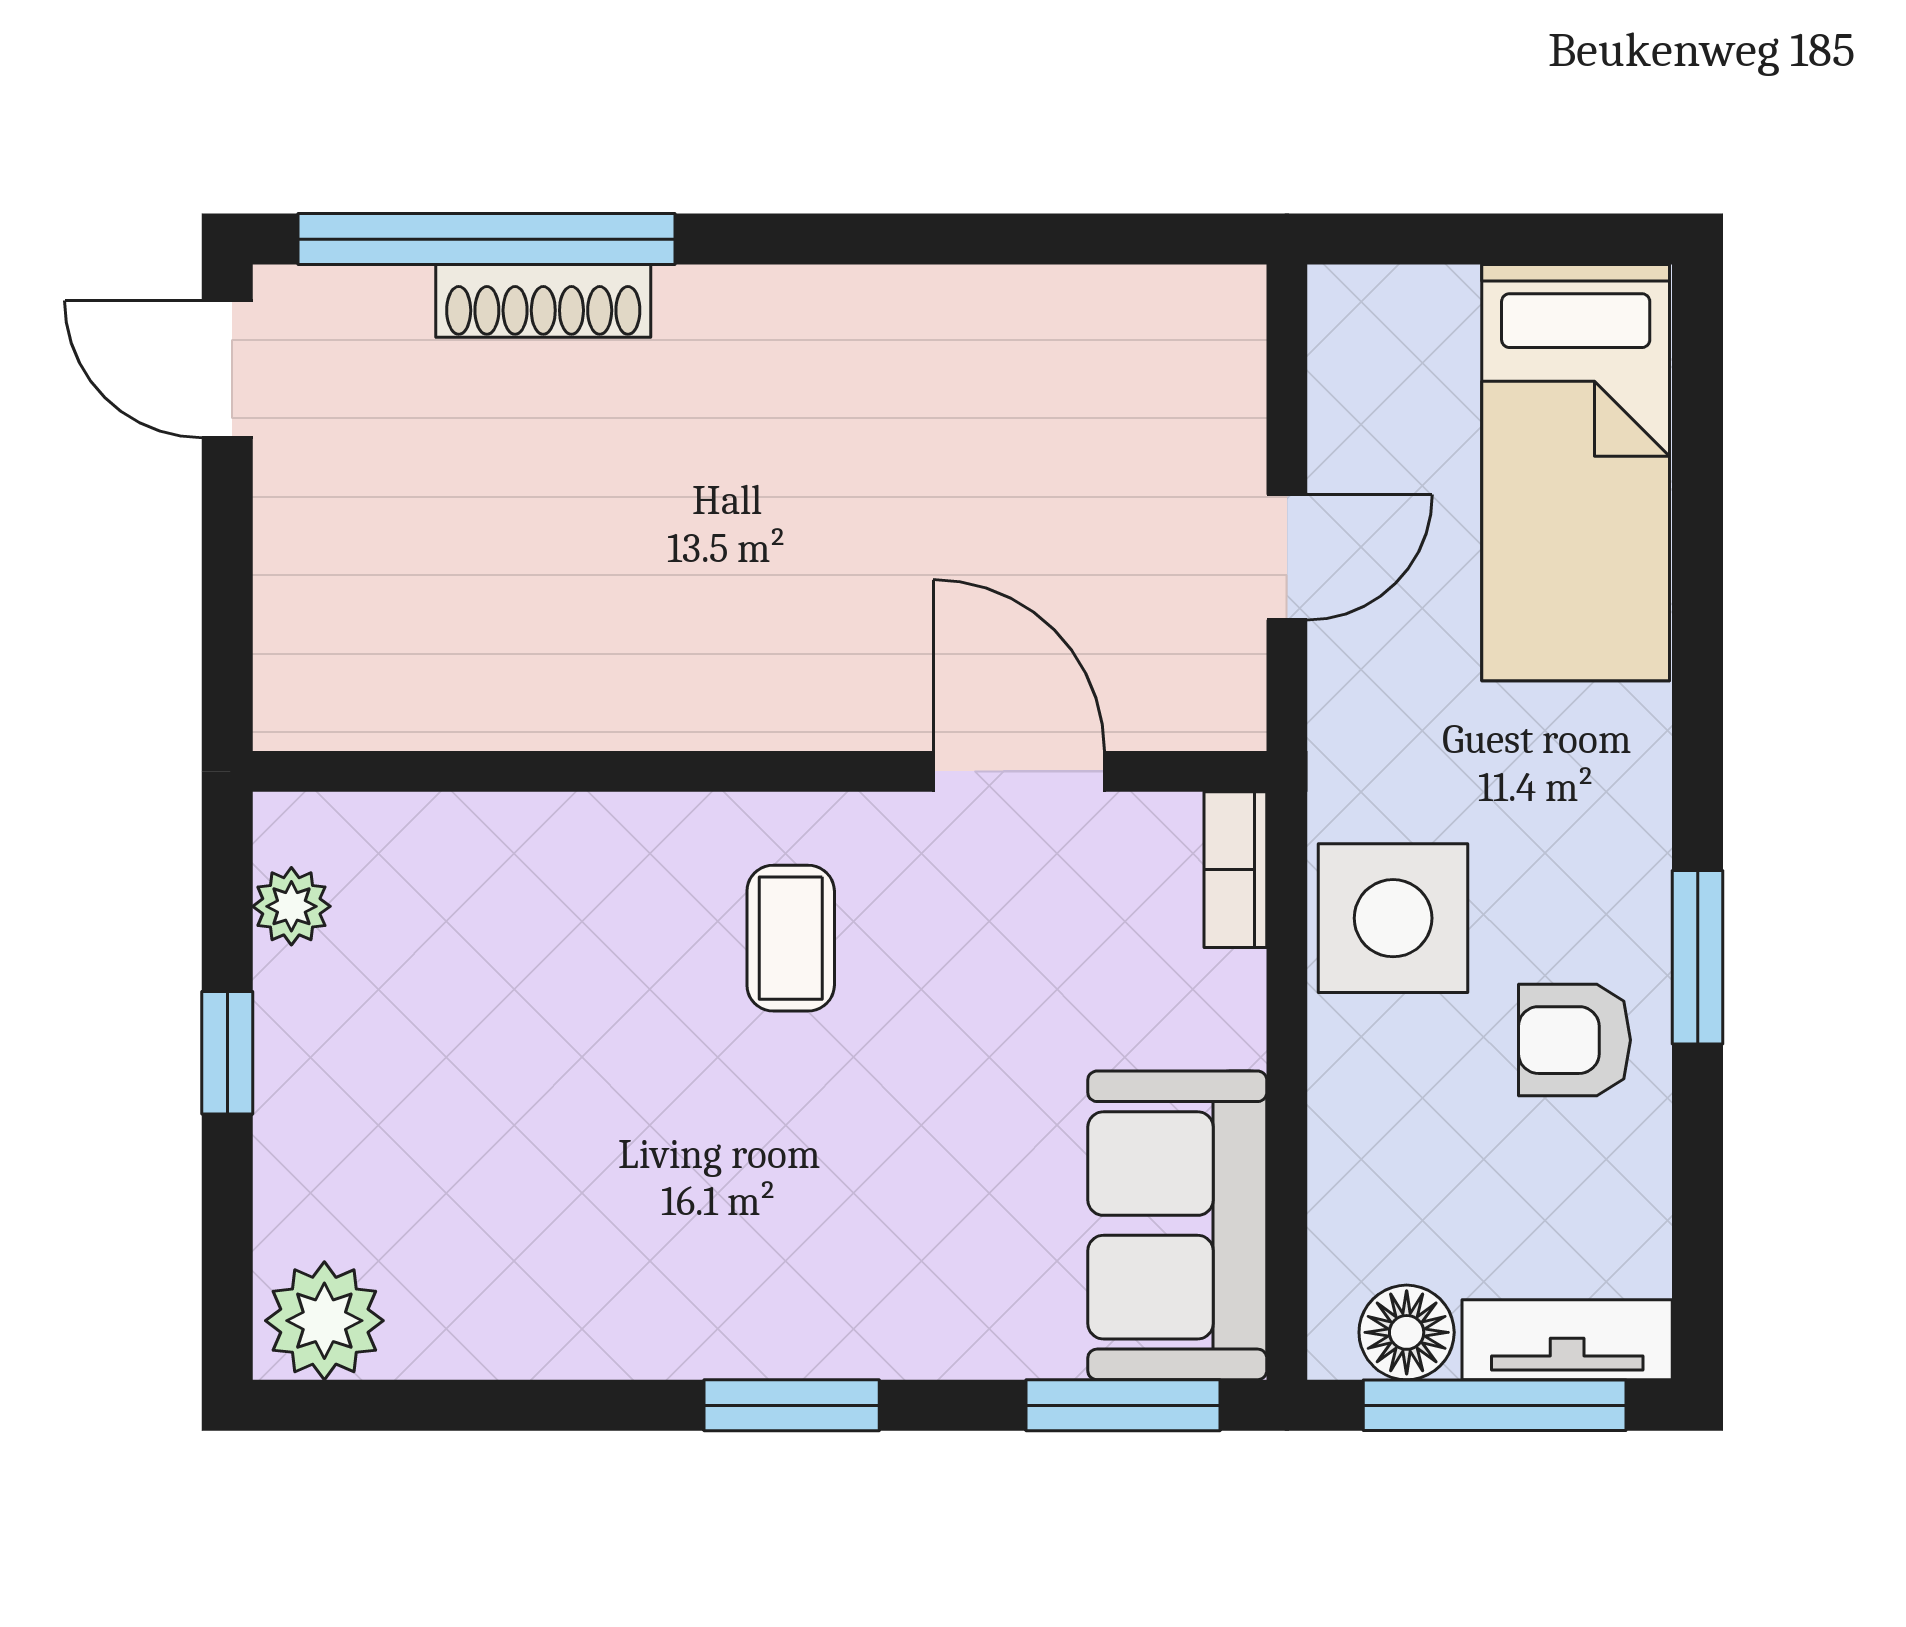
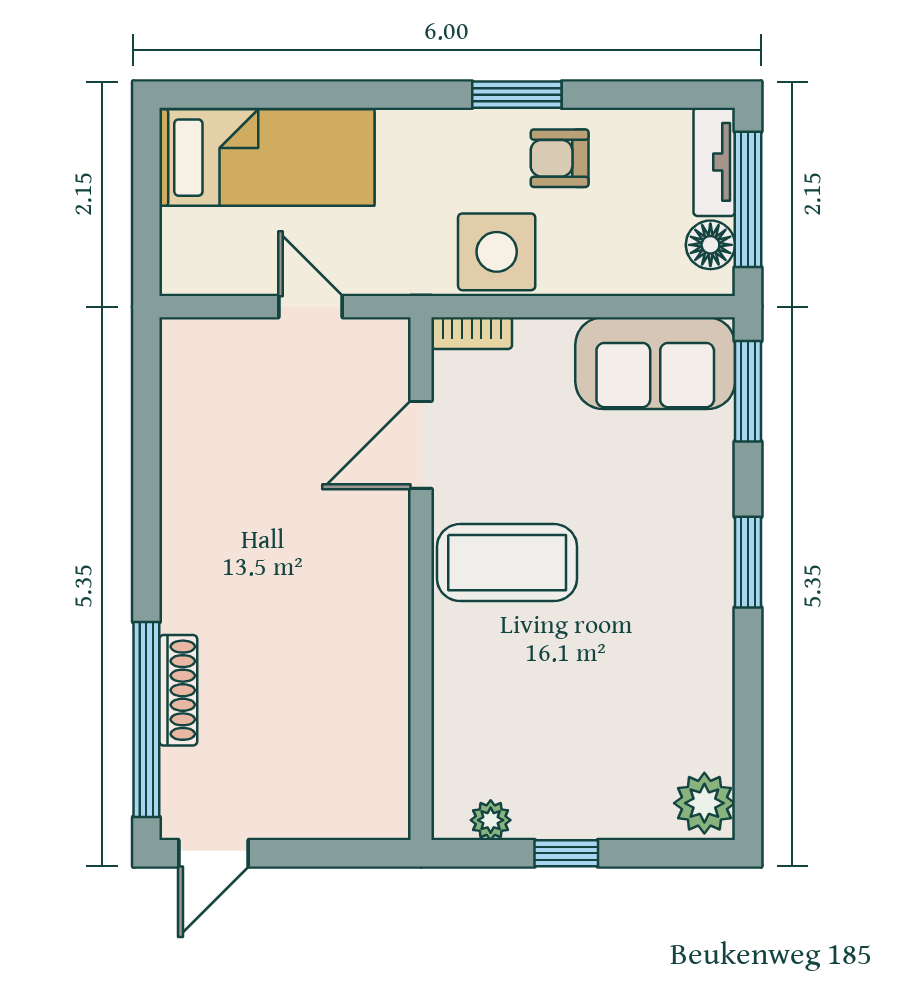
coffee table: (791, 938) -> (507, 563), width x1.86, depth x1.72
armchair: (1574, 1040) -> (560, 158), turned 90

